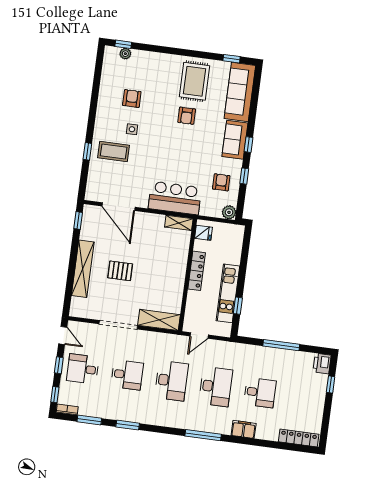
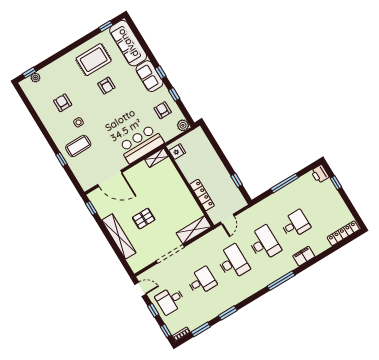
rug: (194, 81) -> (94, 60), turned 90
locker: (197, 271) -> (202, 195), moved
kitchen unit: (228, 293) -> (224, 178), removed

